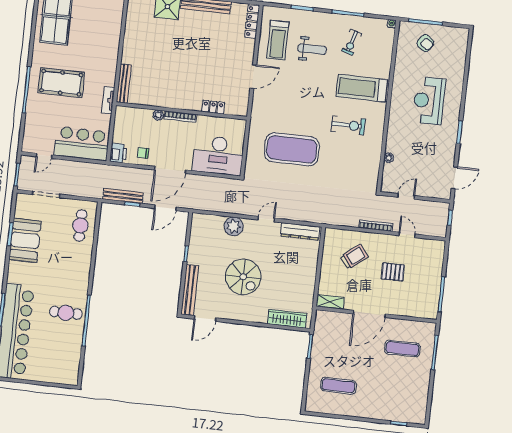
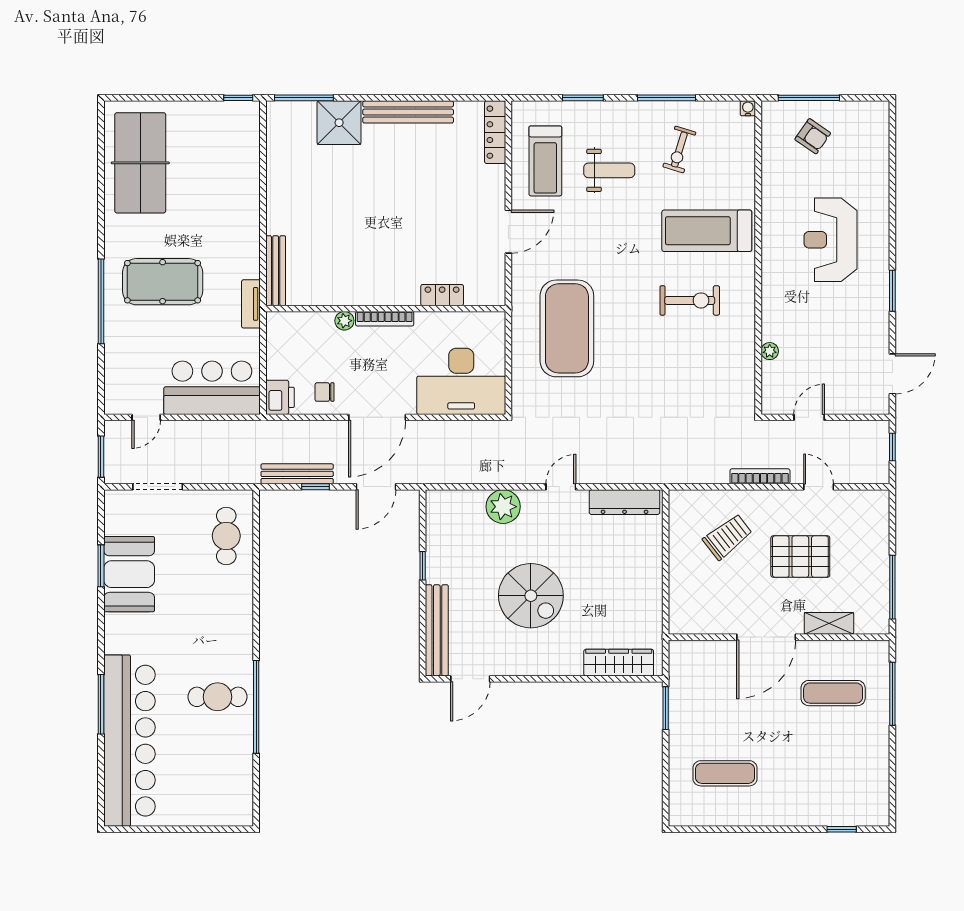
exercise mat: (292, 149) -> (567, 328), moved, turned 90
pallet: (393, 272) -> (800, 557), width x1.50, depth x1.42
shelving: (330, 302) -> (829, 623), moved

